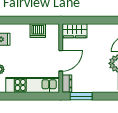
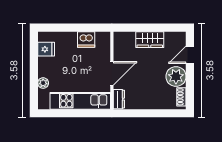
wardrobe: (75, 31) -> (150, 40), moved
window: (81, 96) -> (135, 113), removed

